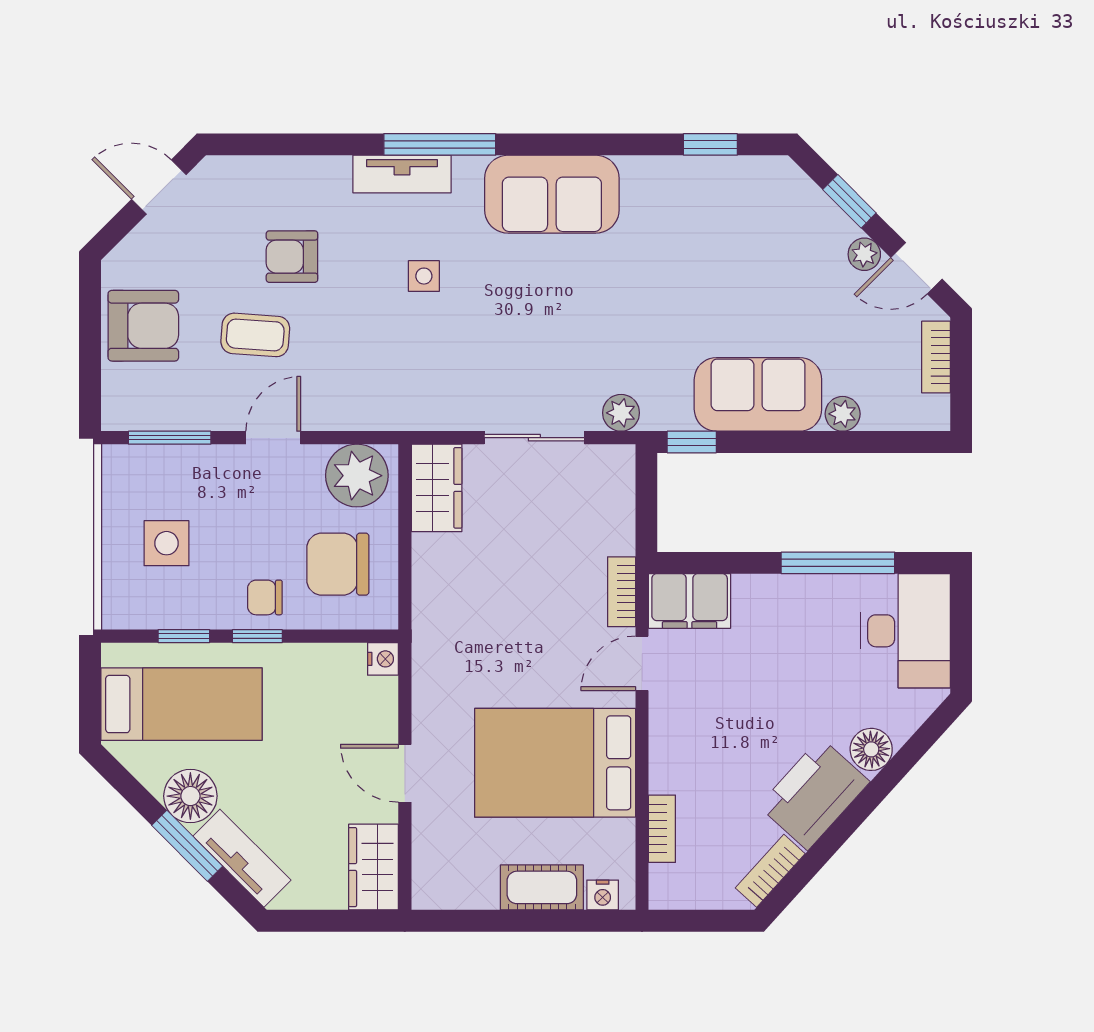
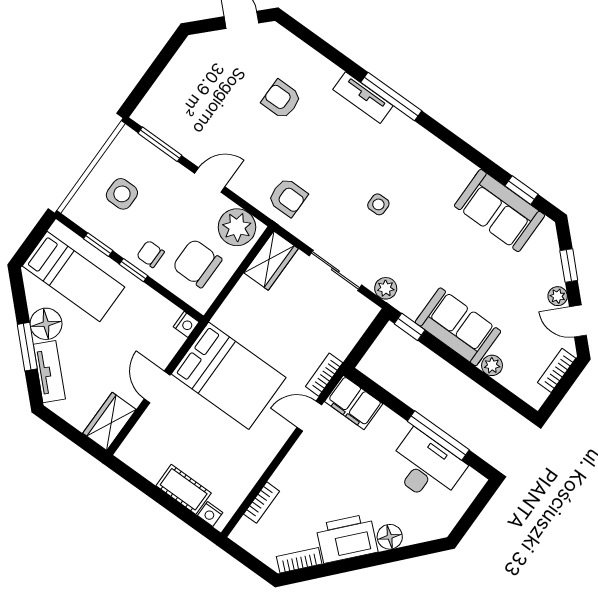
sofa: (552, 194) -> (499, 211), moved
side table: (424, 276) -> (378, 204), moved
armchair: (143, 326) -> (288, 197), moved, width x0.72, depth x0.72
coffee table: (255, 335) -> (237, 124), removed
desk: (905, 631) -> (426, 467), moved, turned -90
bed: (555, 763) -> (229, 376), moved, turned 180

